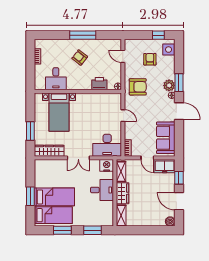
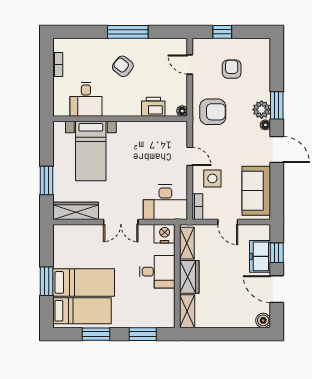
window: (158, 35) -> (222, 32), moved
side table: (169, 50) -> (212, 178), moved
freezer: (165, 166) -> (260, 256), moved, turned 90

